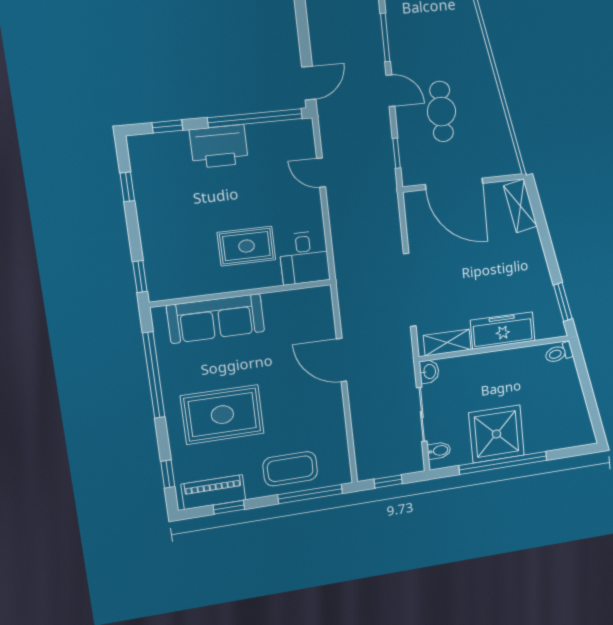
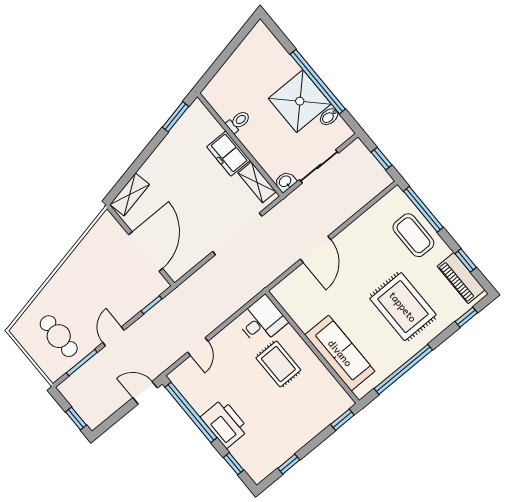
cafe table: (441, 112) -> (59, 336), moved, turned 90
freezer: (503, 331) -> (228, 154), width x0.71
toilet: (559, 353) -> (238, 122), moved, turned -78
bidet: (439, 451) -> (329, 117), moved, turned -90

